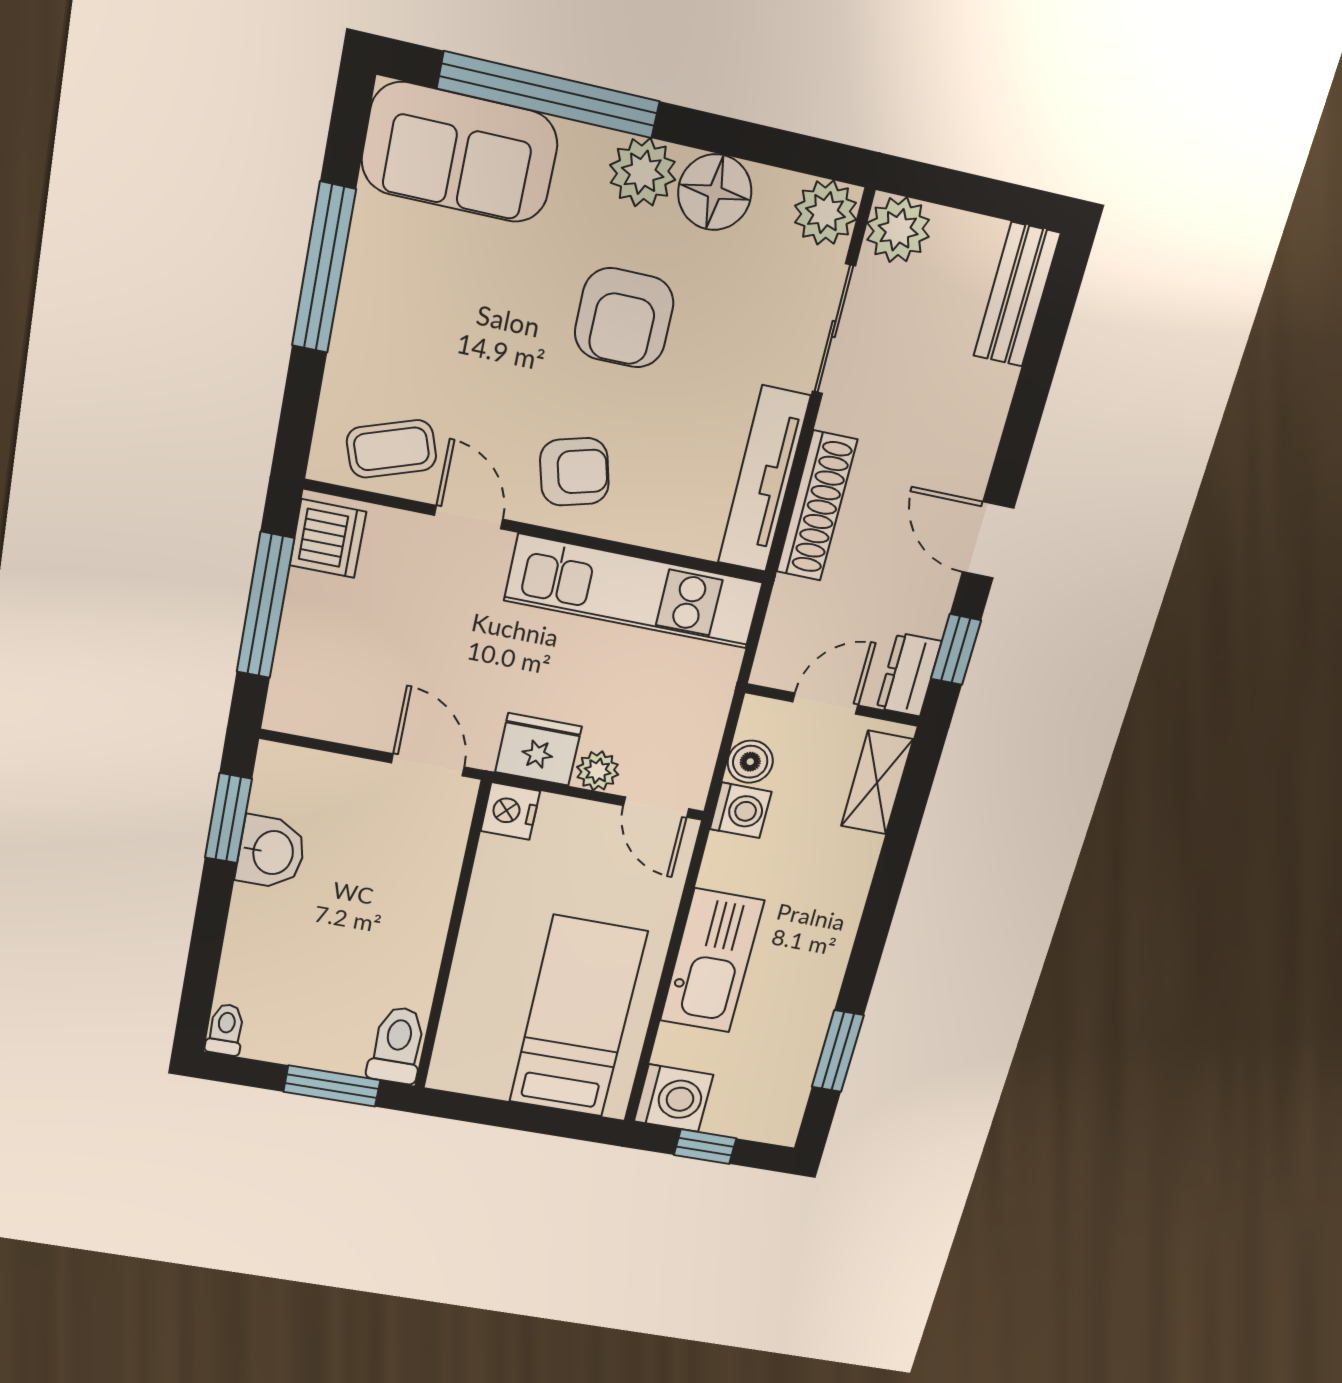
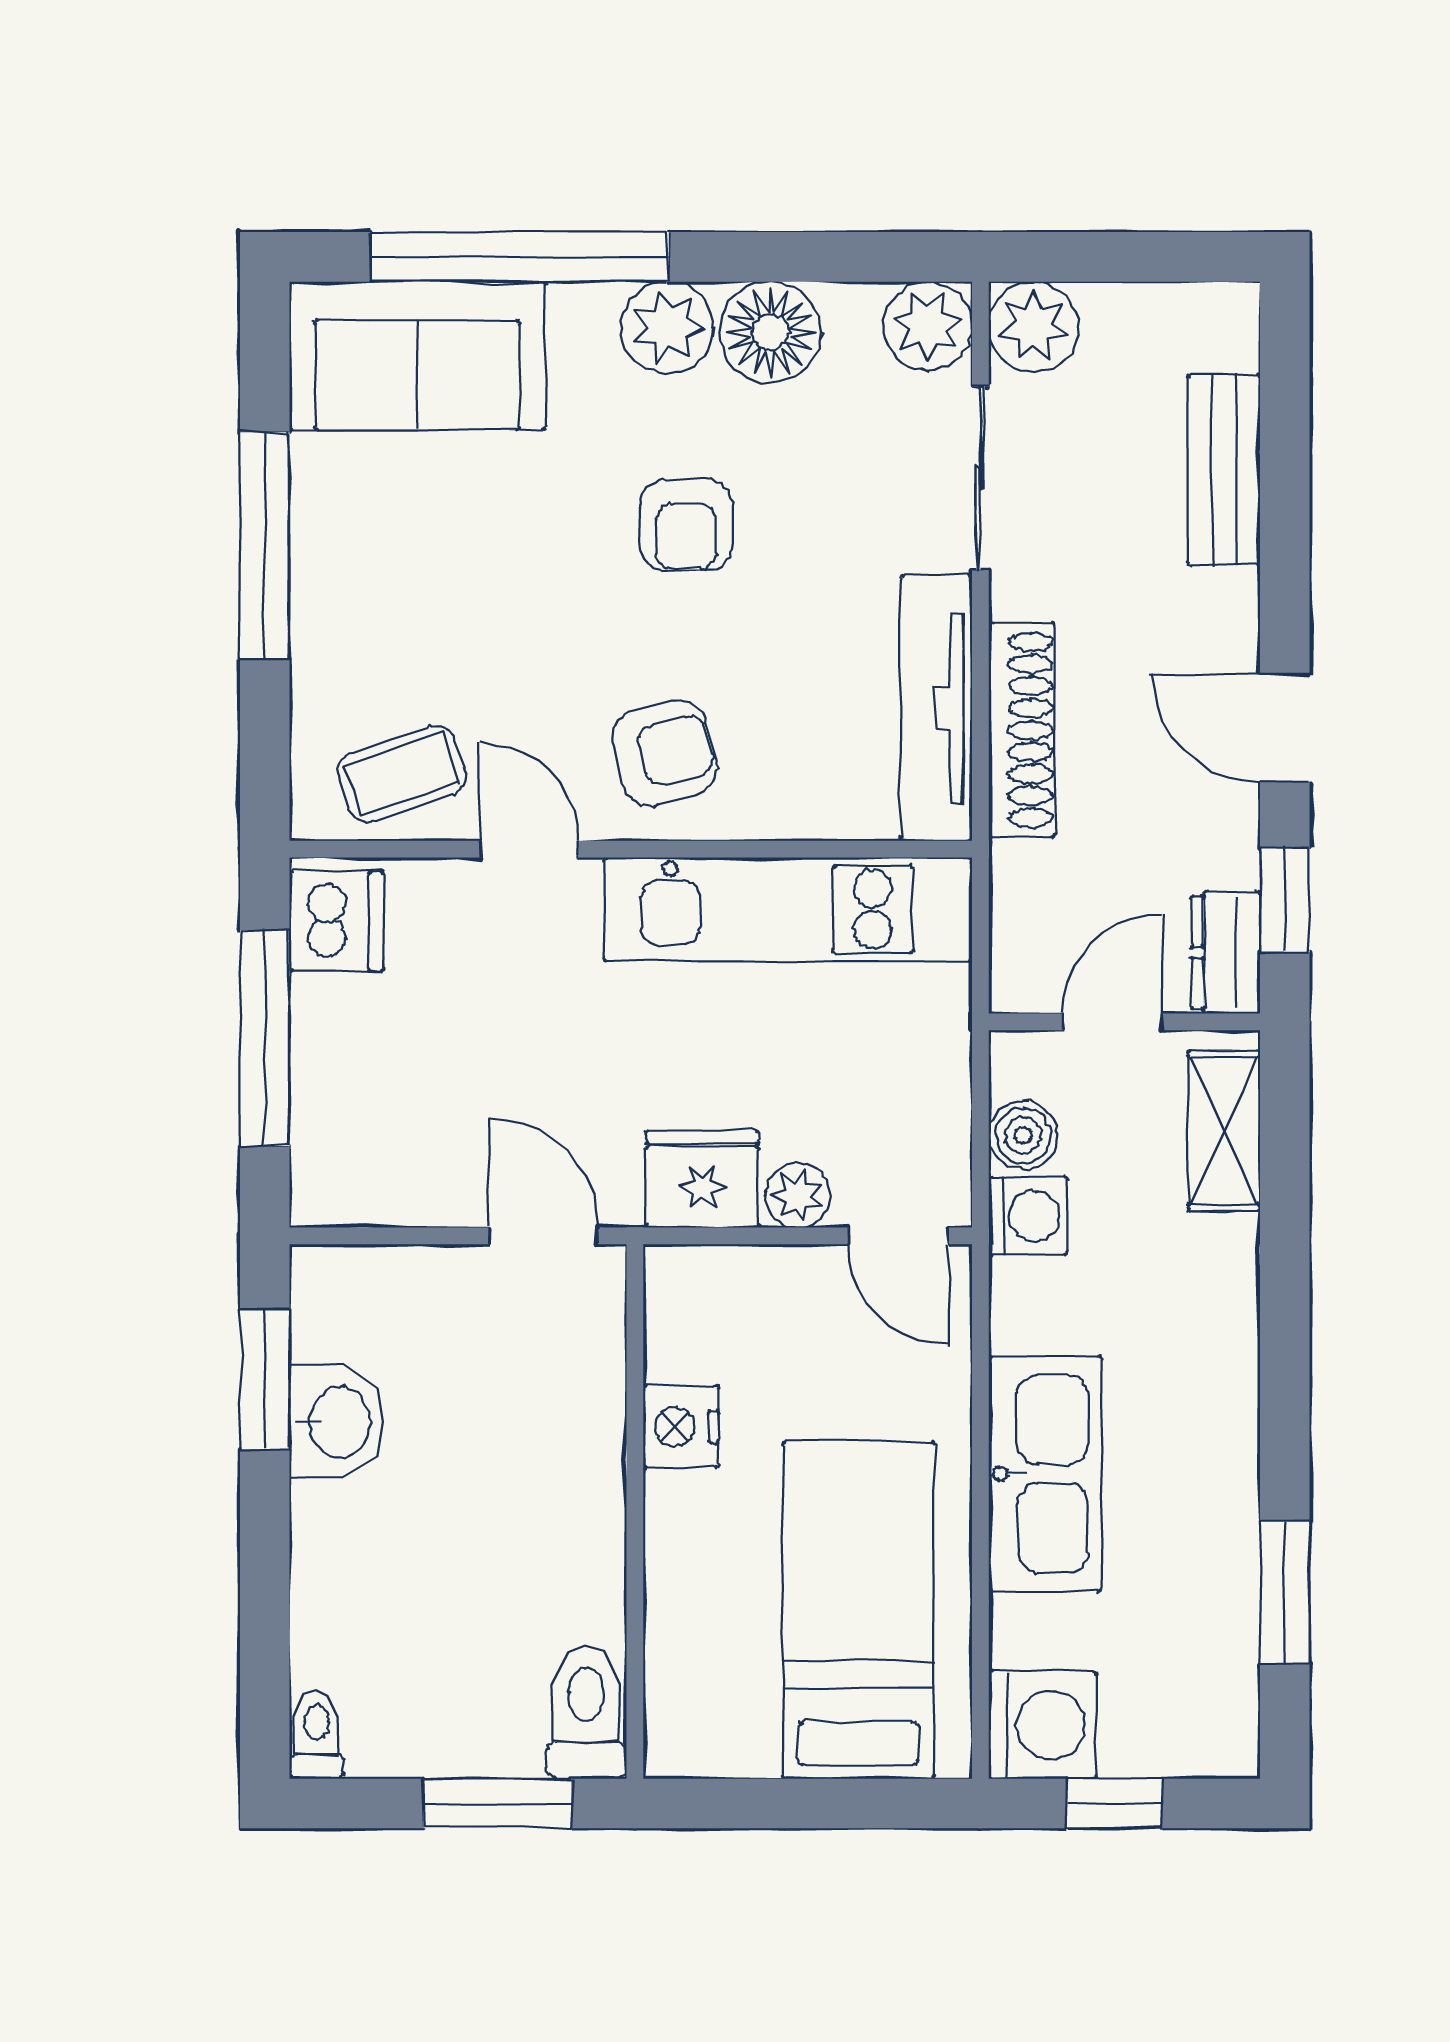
bench: (1017, 295) -> (1224, 470), moved
armchair: (624, 318) -> (686, 525), width x0.72, depth x0.72
nightstand: (510, 811) -> (681, 1427), moved

